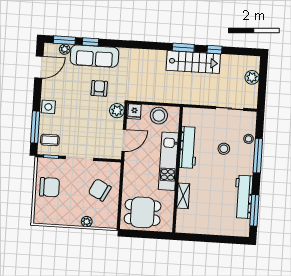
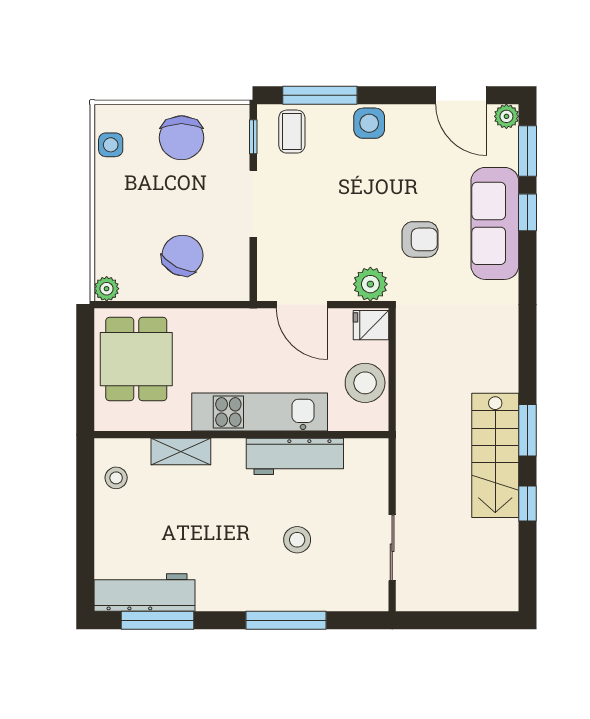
plant: (65, 49) -> (506, 116), moved
plant: (252, 77) -> (468, 595), removed
stool: (249, 139) -> (116, 478), moved
workbench: (243, 197) -> (145, 593), moved
side table: (51, 218) -> (111, 145), added
plant: (87, 222) -> (107, 289), moved

